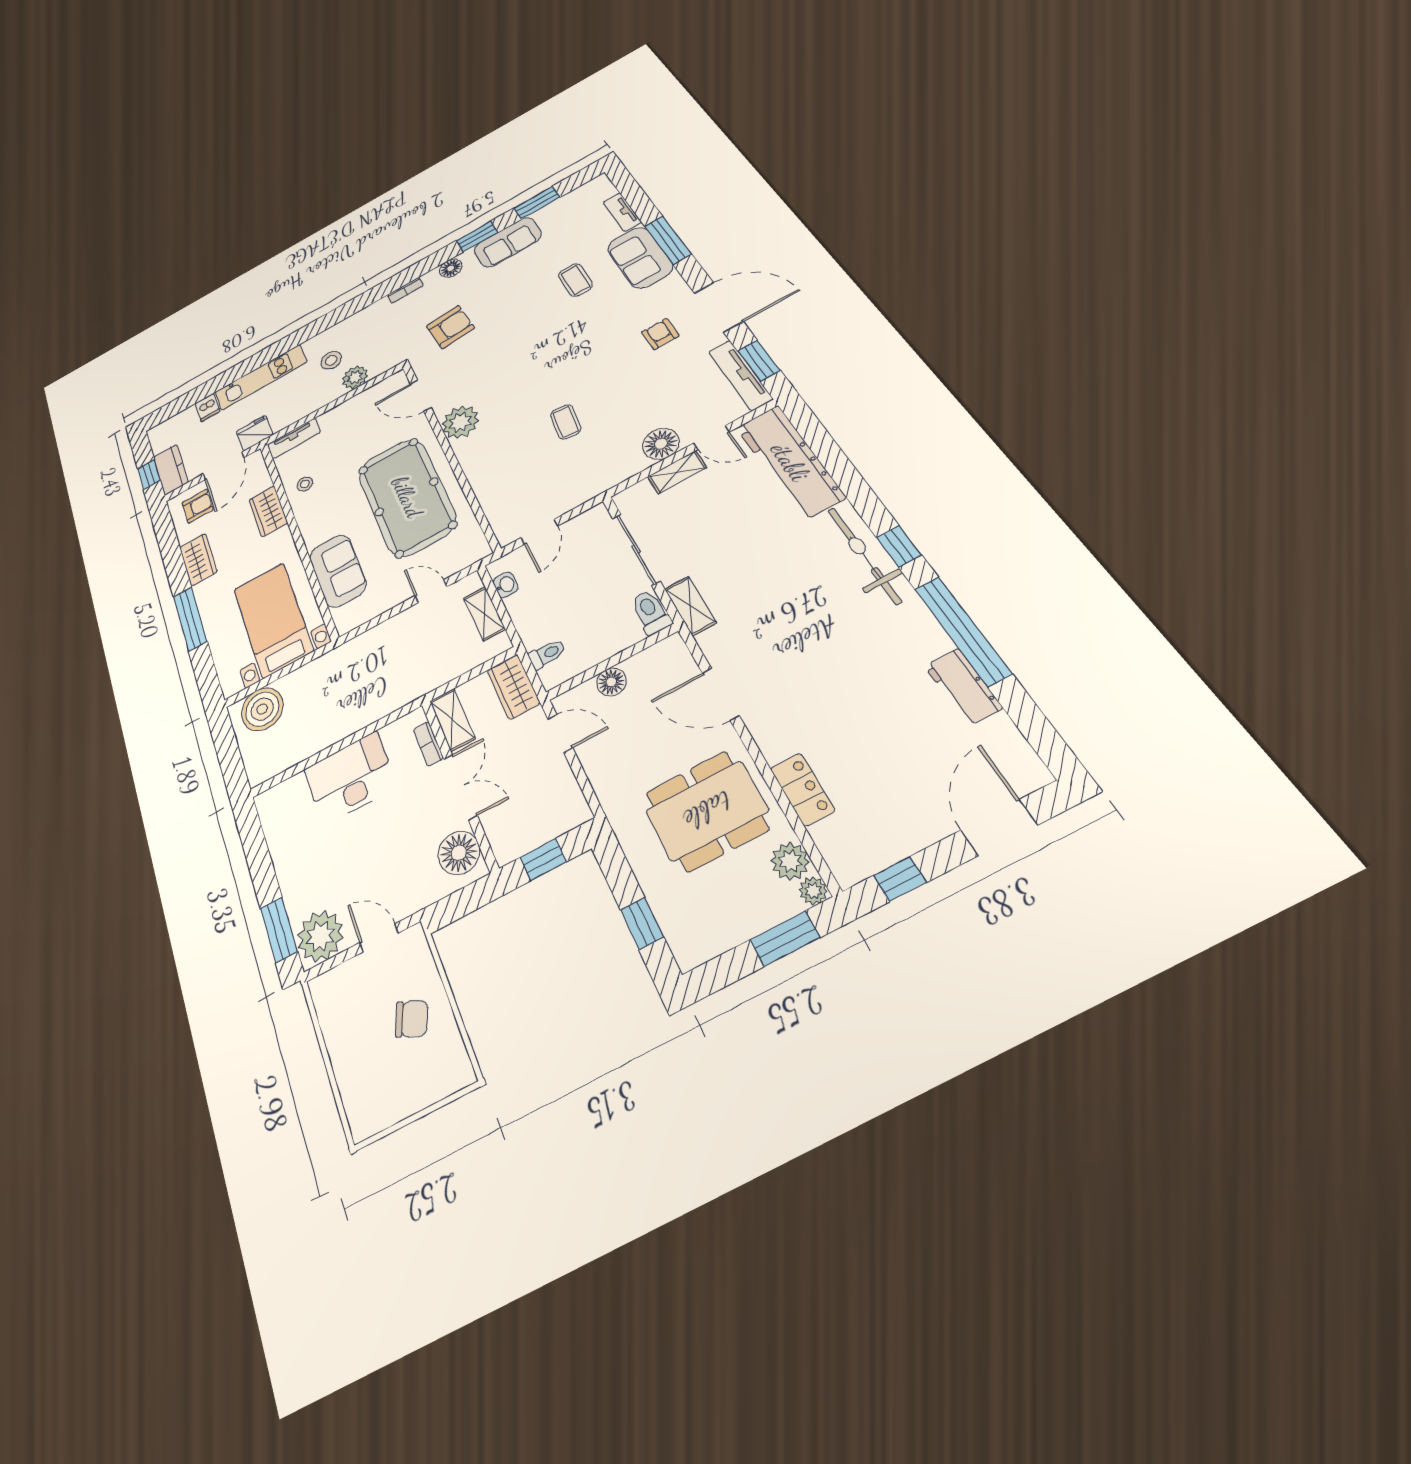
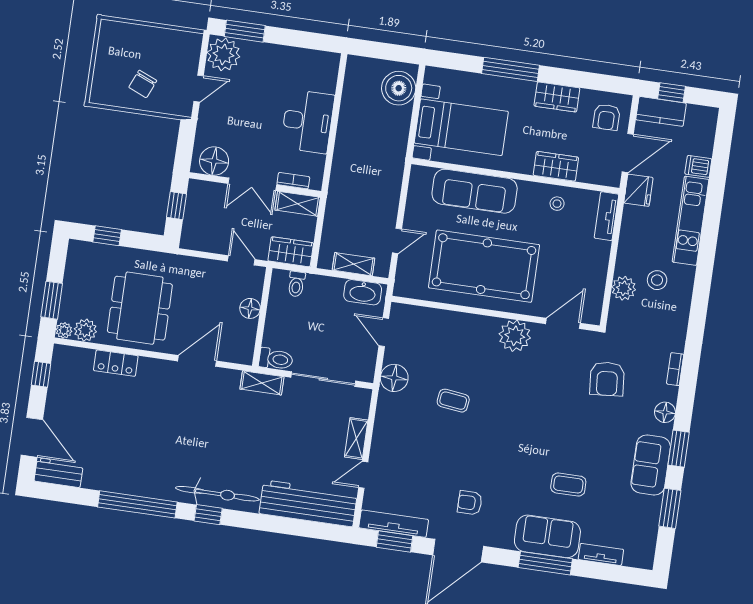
armchair: (660, 334) -> (470, 503), turned 180
floor lamp: (661, 444) -> (394, 378), moved
door: (223, 466) -> (628, 153), swing flipped
sofa: (338, 571) -> (475, 191), width x1.36
washbasin: (505, 585) -> (363, 292), width x1.91, depth x1.45
workbench: (963, 687) -> (59, 473), moved
door: (560, 733) -> (241, 260), swing flipped

